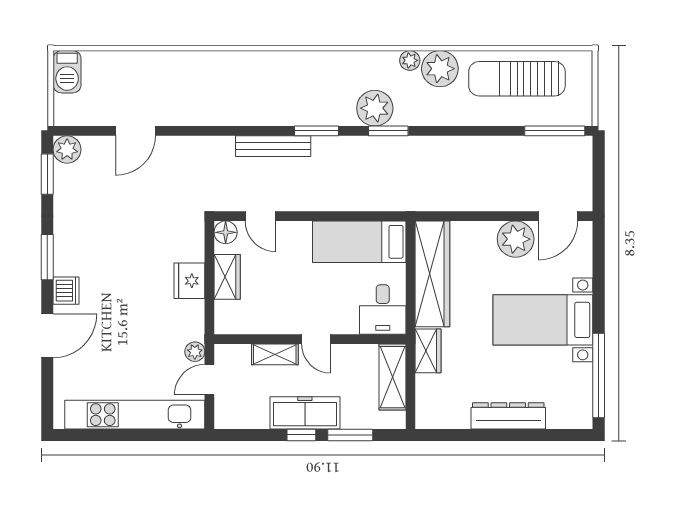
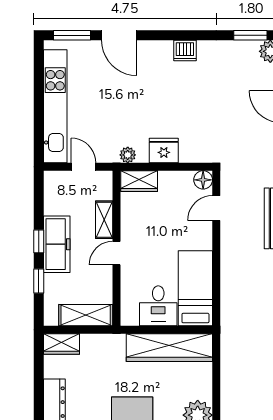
window: (47, 257) -> (72, 35), moved
wardrobe: (227, 277) -> (139, 181), moved
dishwasher: (66, 291) -> (185, 51), moved
desk: (383, 310) -> (158, 306), moved, turned -90
wardrobe: (428, 351) -> (61, 344), moved
plant: (195, 352) -> (128, 155), moved
window: (350, 435) -> (39, 281), width x0.67

